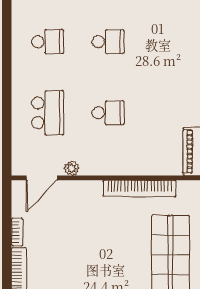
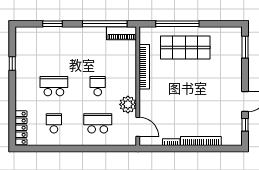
school desk: (108, 42) -> (54, 86), width x1.85
plant: (72, 168) -> (128, 104), width x1.87, depth x1.87

